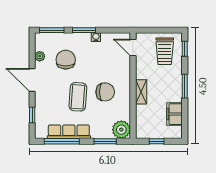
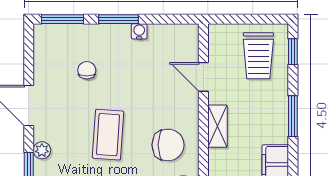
door: (133, 47) -> (203, 77), moved
plant: (40, 56) -> (42, 150), moved
chair: (66, 60) -> (87, 70), width x0.54, depth x0.54
chair: (105, 92) -> (168, 145), moved

